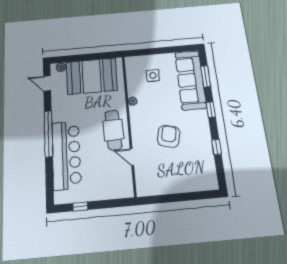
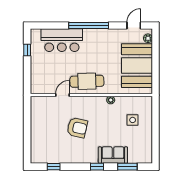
sofa: (191, 80) -> (113, 155), width x0.54, depth x0.79
window: (217, 147) -> (54, 167), moved
bar counter: (66, 155) -> (62, 40), width x0.73

